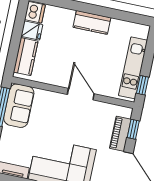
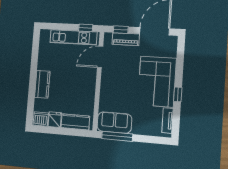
kitchen counter: (92, 22) -> (42, 84), moved
door: (81, 94) -> (100, 57), moved

